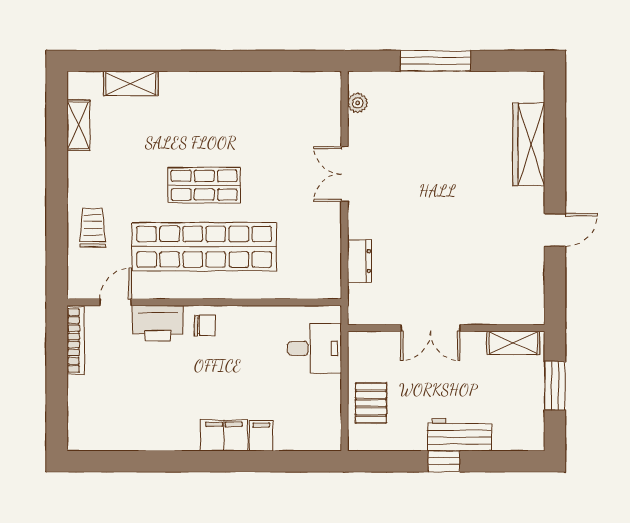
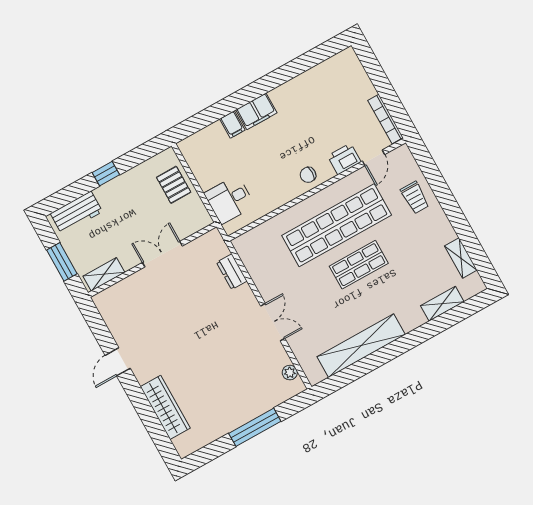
shelving: (255, 88) -> (361, 346), added
printer: (158, 323) -> (344, 159), width x0.73, depth x0.84
workbench: (459, 435) -> (76, 213), moved

